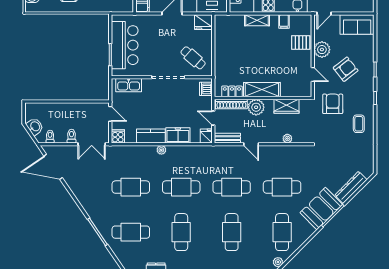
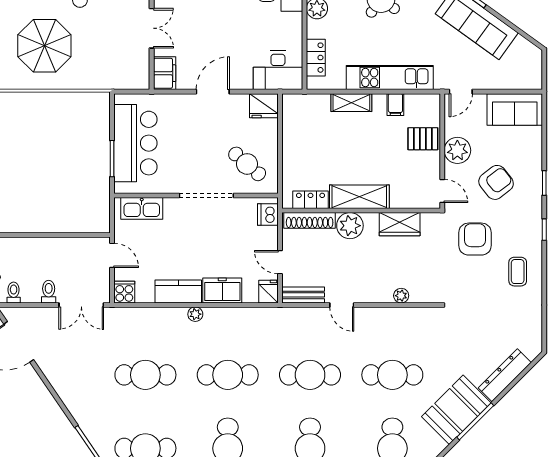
shelving: (262, 90) -> (359, 197), moved
locker: (232, 91) -> (311, 200), moved
wall: (263, 98) -> (361, 211), moved
shoe rack: (231, 104) -> (310, 220), moved
wardrobe: (286, 106) -> (400, 224), moved
plant: (256, 107) -> (350, 226), moved

